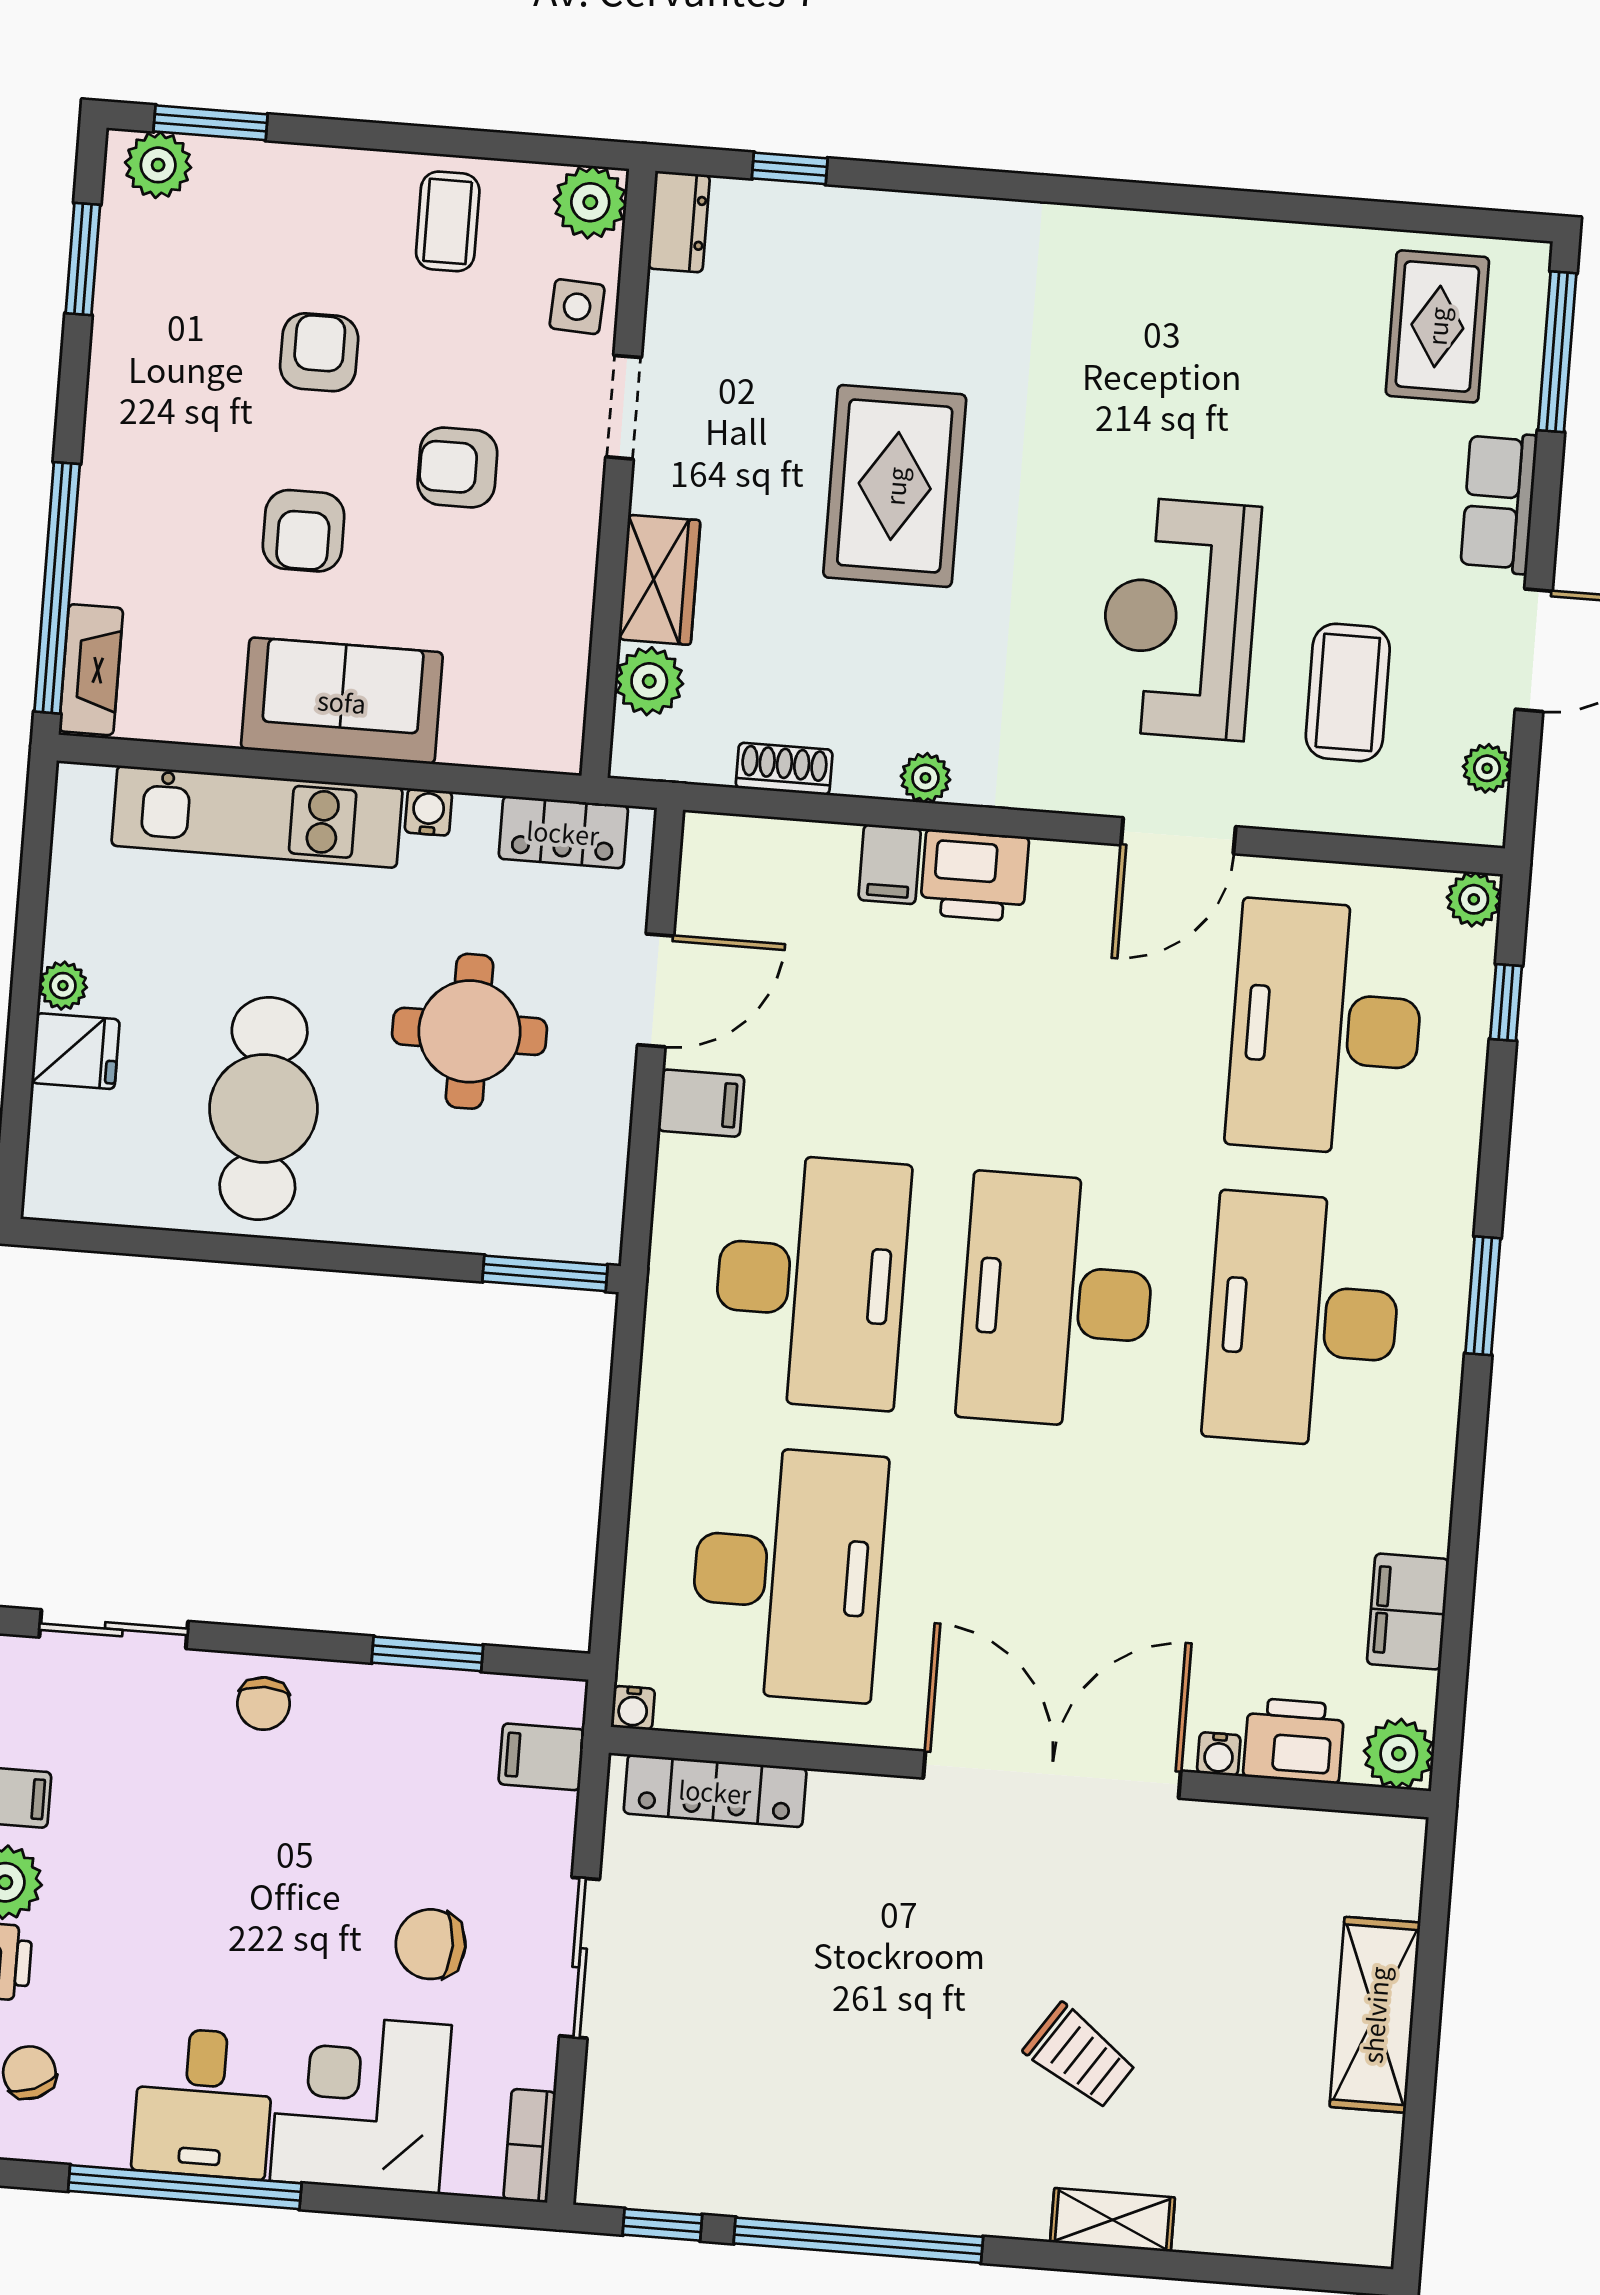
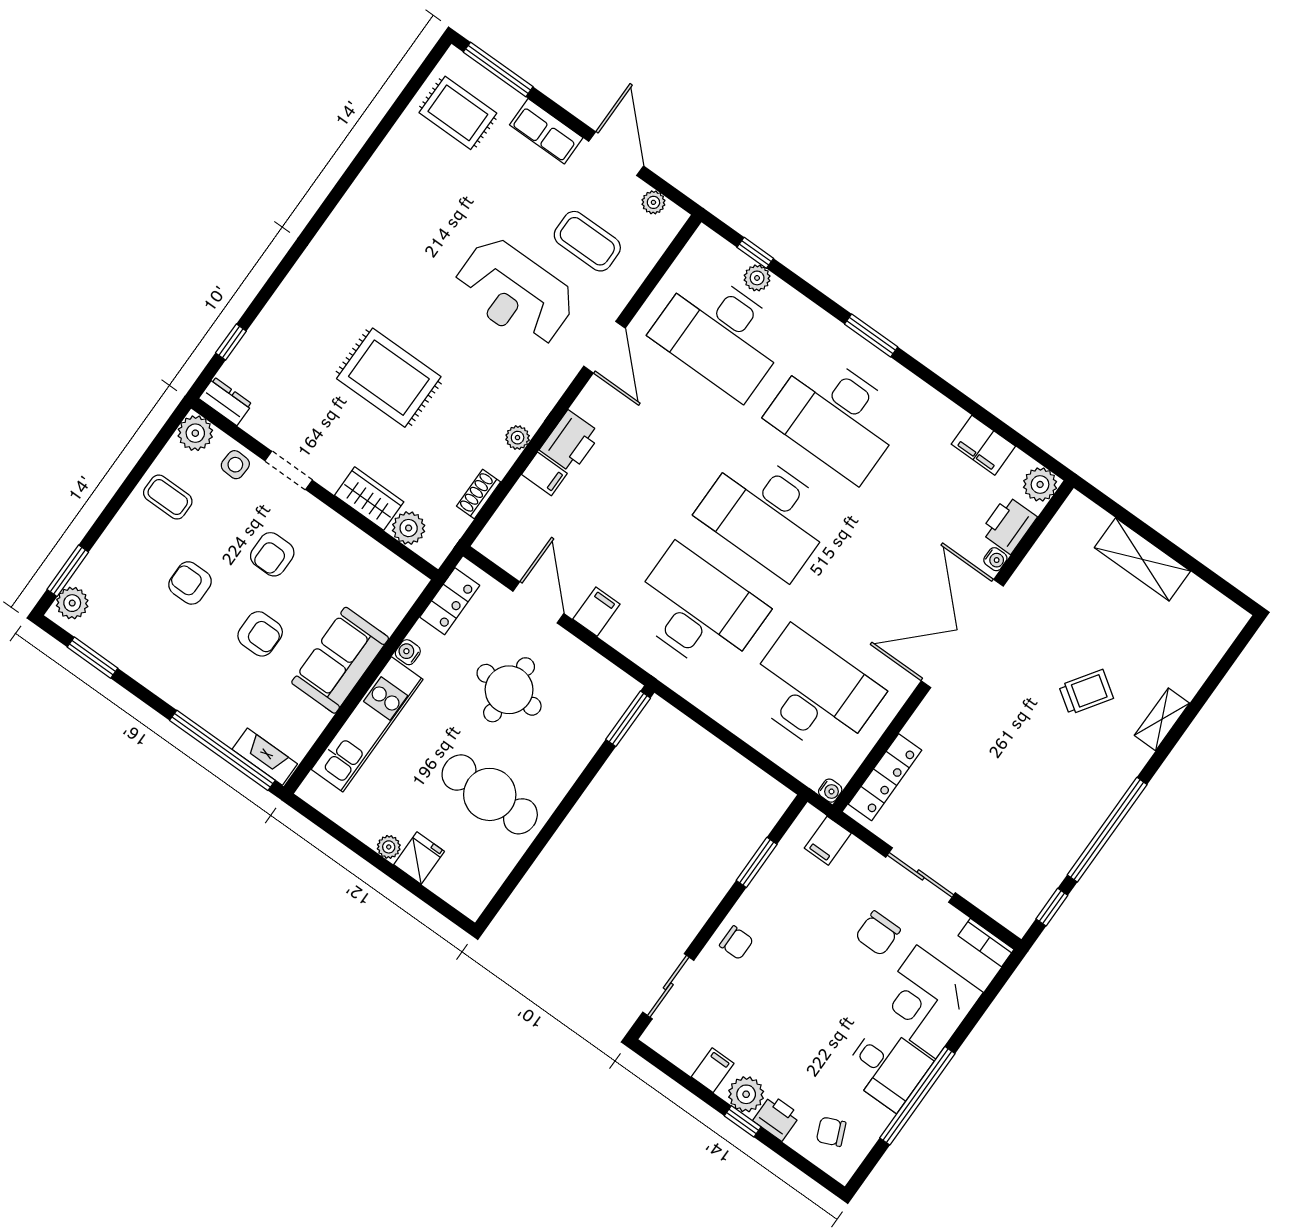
plant: (1474, 899) -> (757, 278), moved

